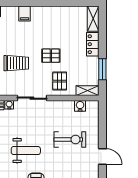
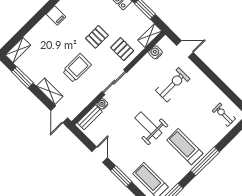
filing cabinet: (24, 13) -> (56, 15), moved
weight bench: (26, 151) -> (148, 125), turned -90
door: (102, 156) -> (185, 49), moved

